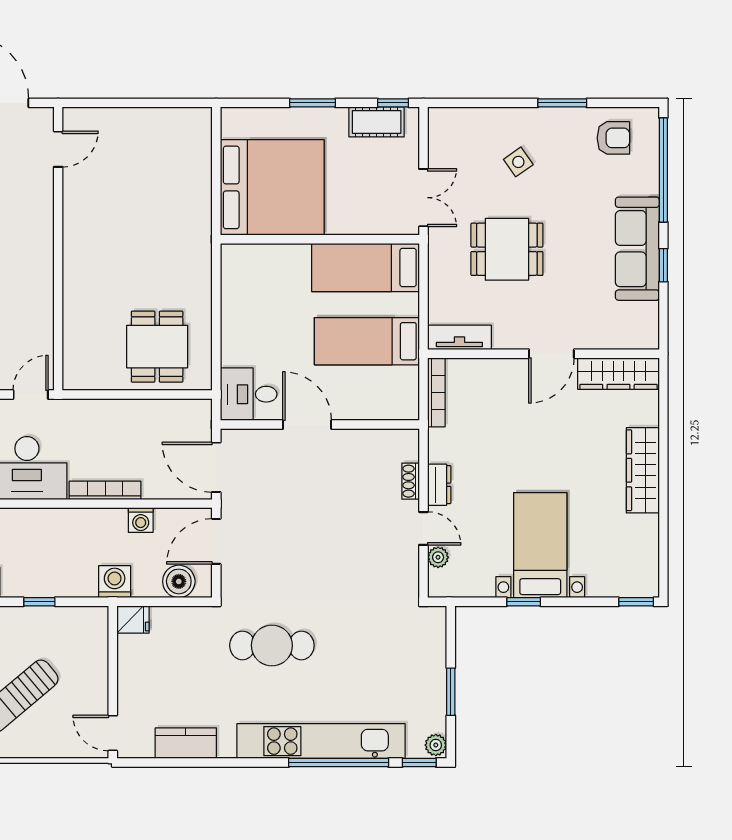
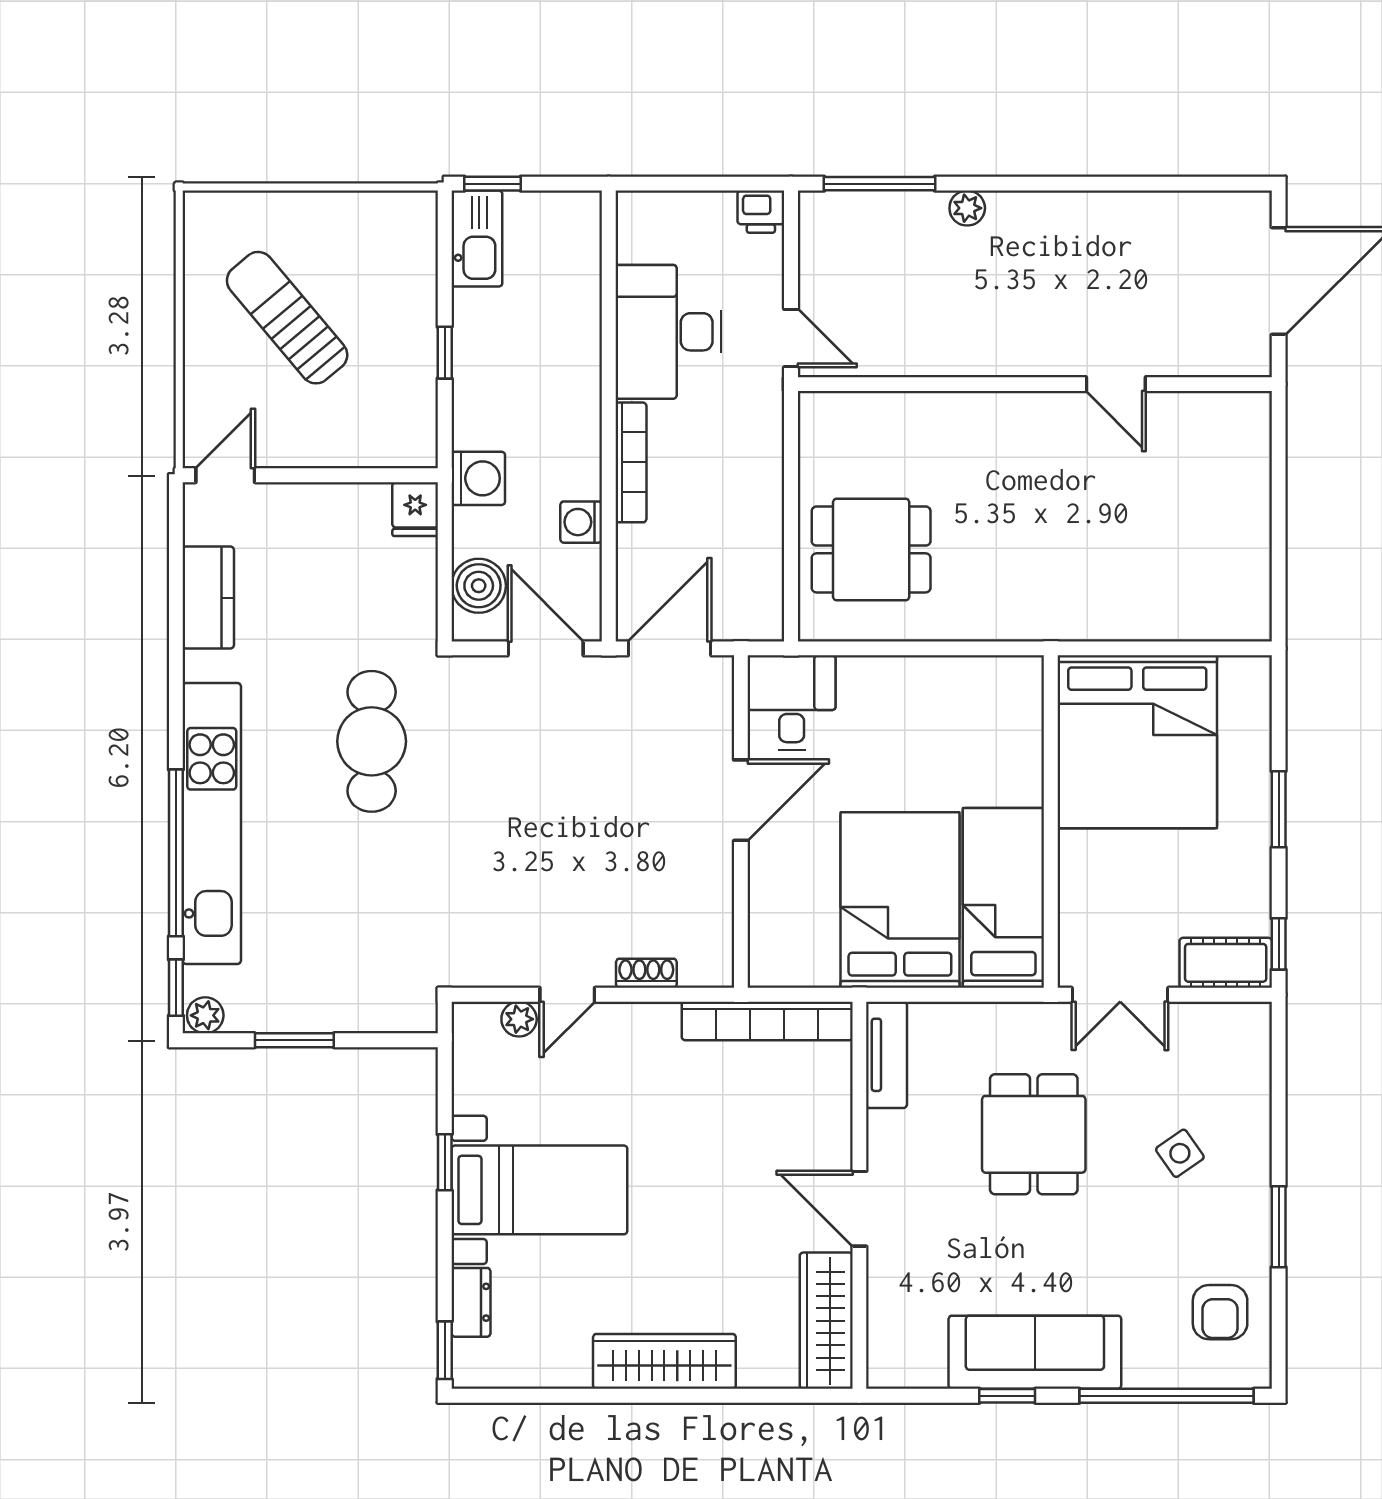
cot: (377, 122) -> (1226, 963), moved, turned 90
door: (58, 149) -> (1116, 384), moved
bed: (367, 341) -> (900, 900), width x1.50
bookcase: (436, 392) -> (767, 1021), width x1.48, depth x1.31
dresser: (439, 485) -> (471, 1302), moved, turned -90

